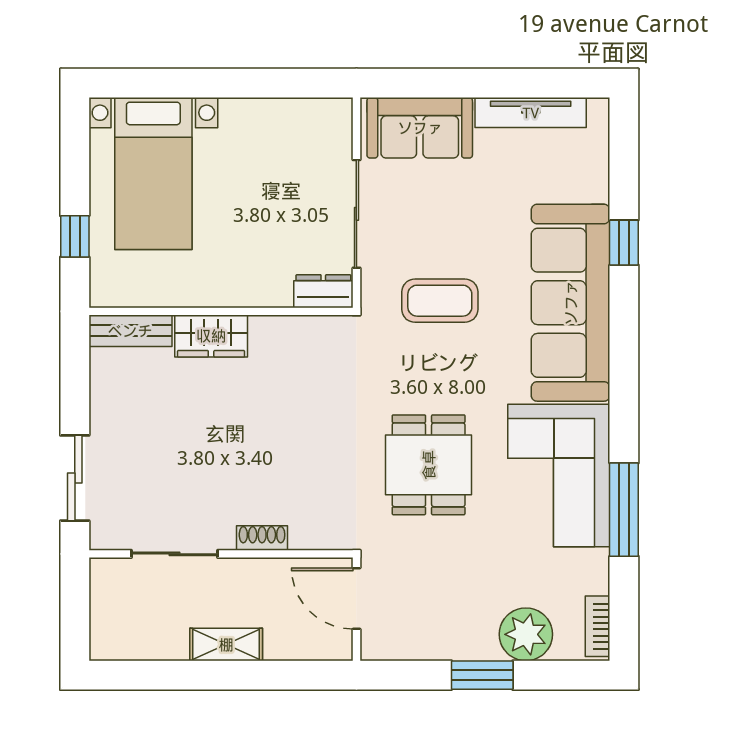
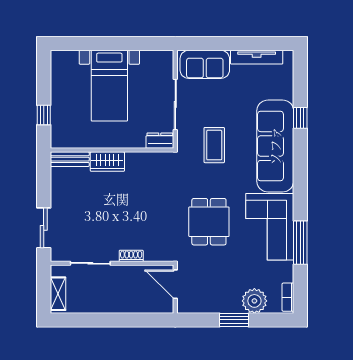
bed with nightstands: (153, 174) -> (109, 86), moved
coffee table: (440, 301) -> (214, 145), turned 90
shelving: (226, 645) -> (58, 294), moved, turned 90

